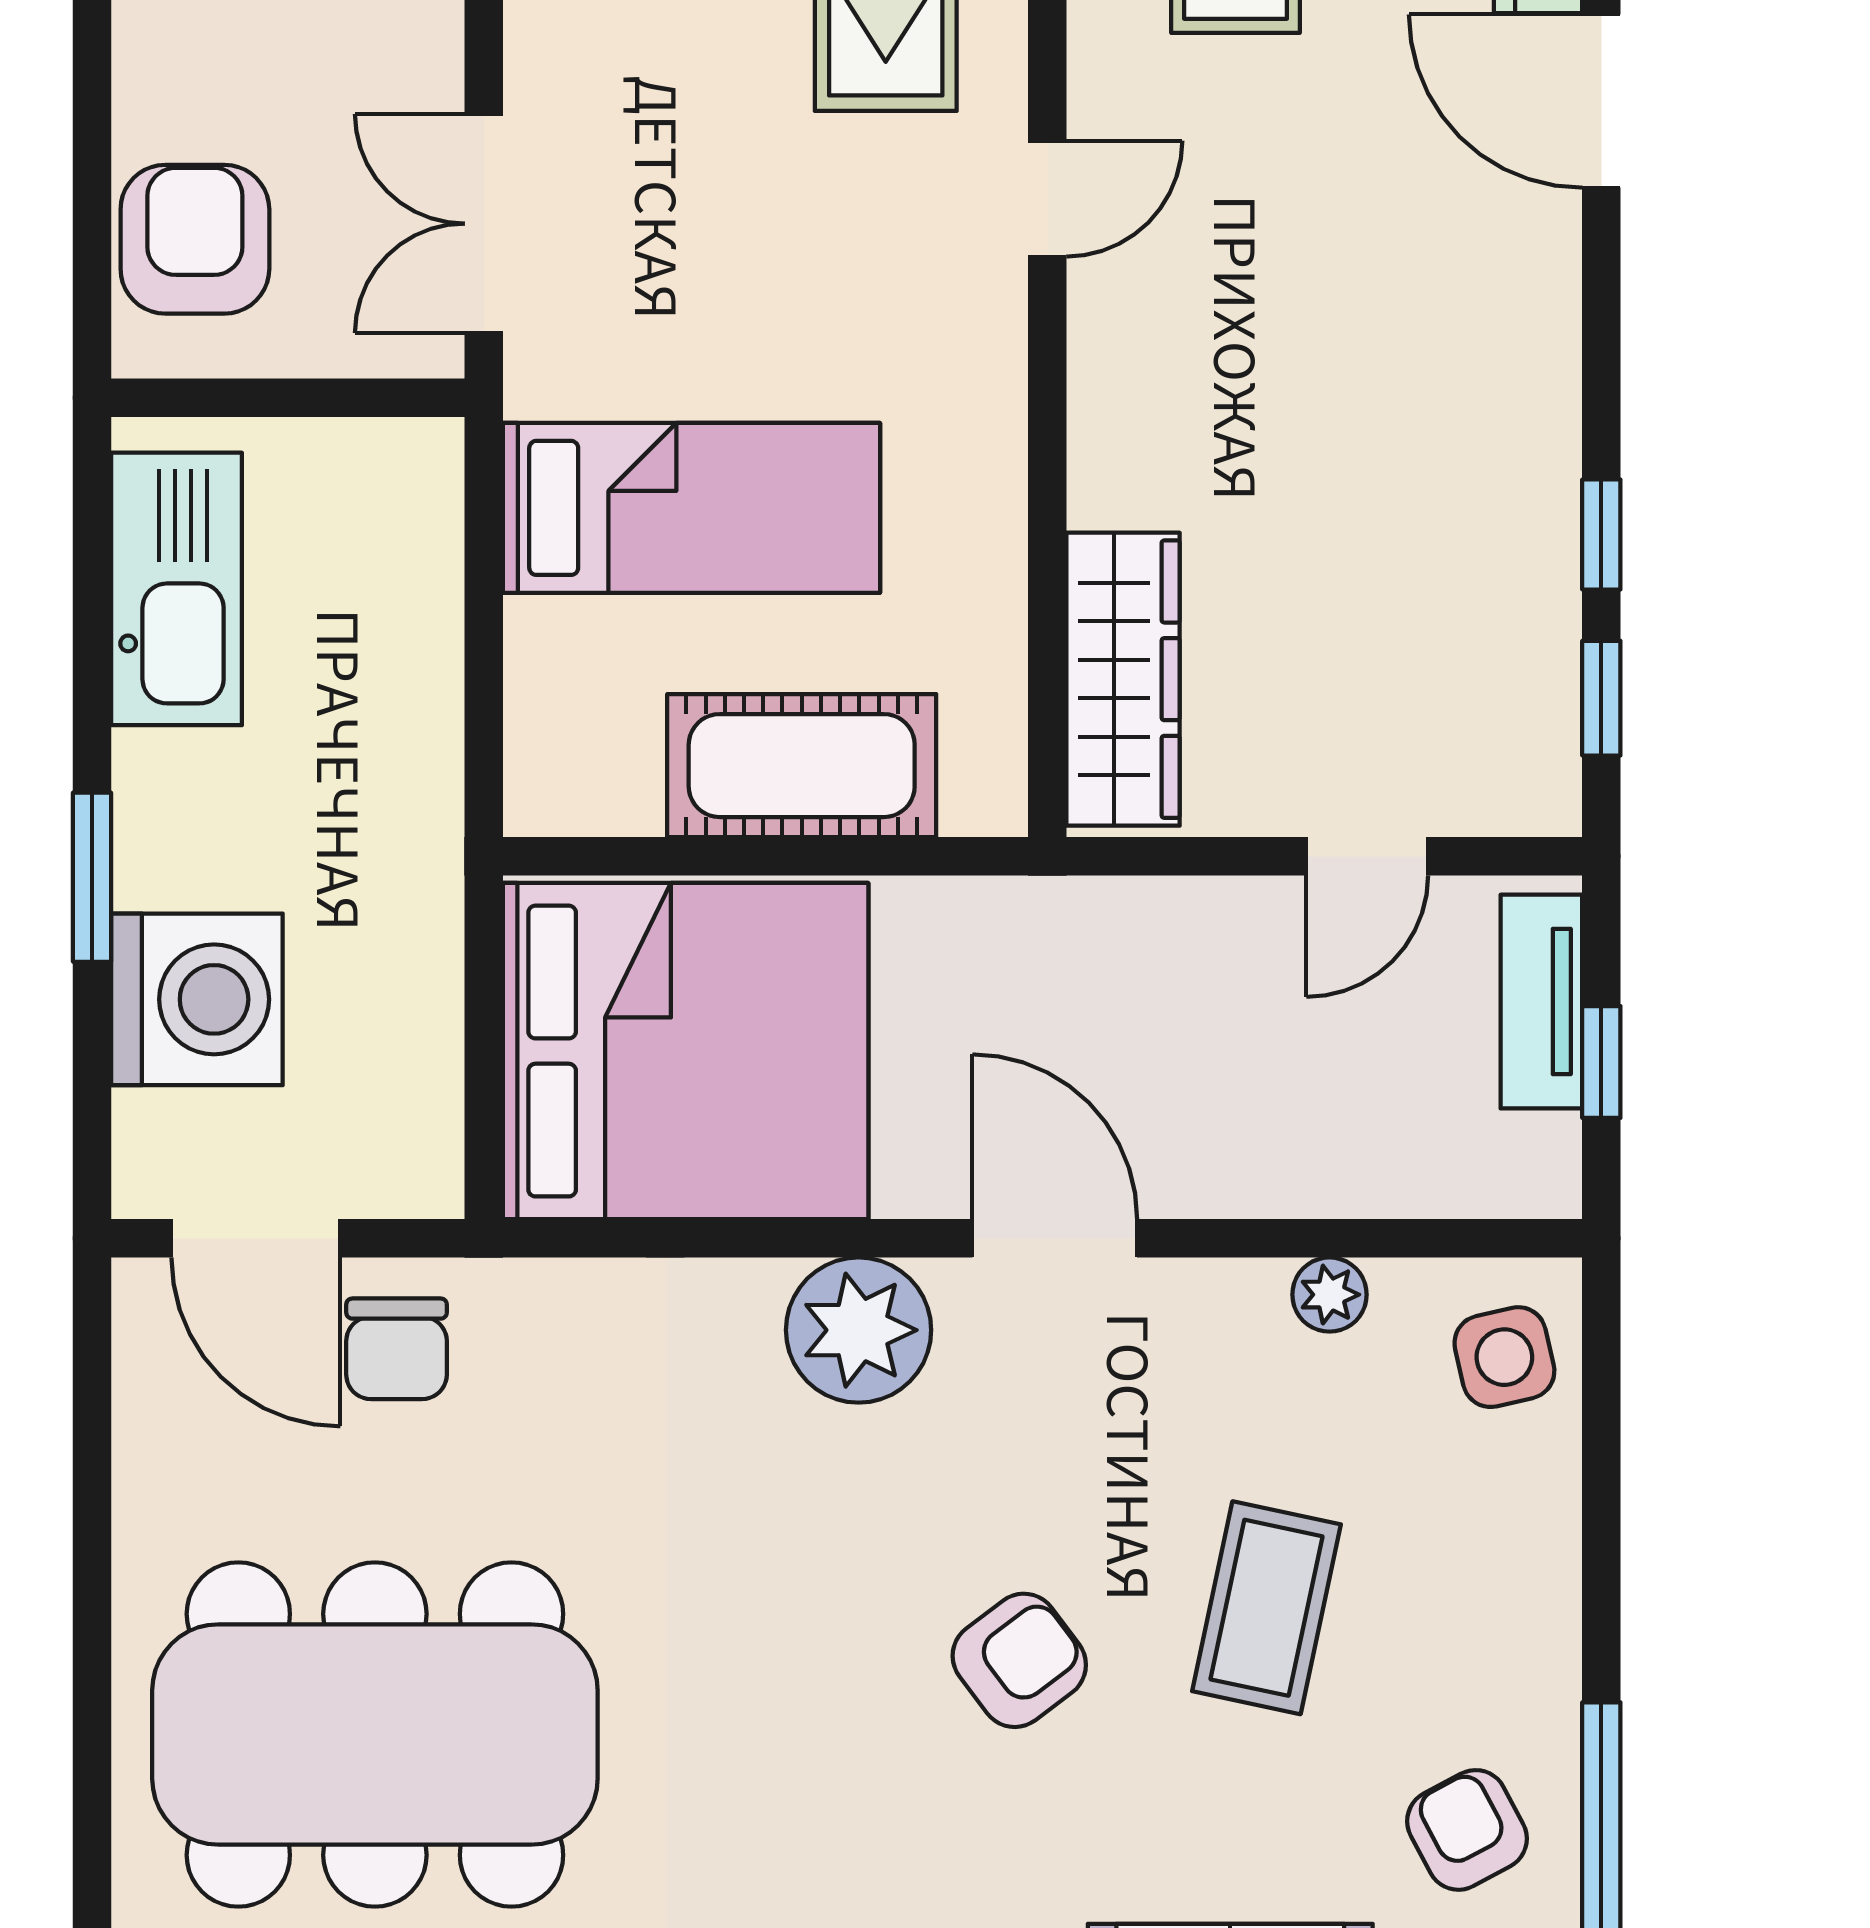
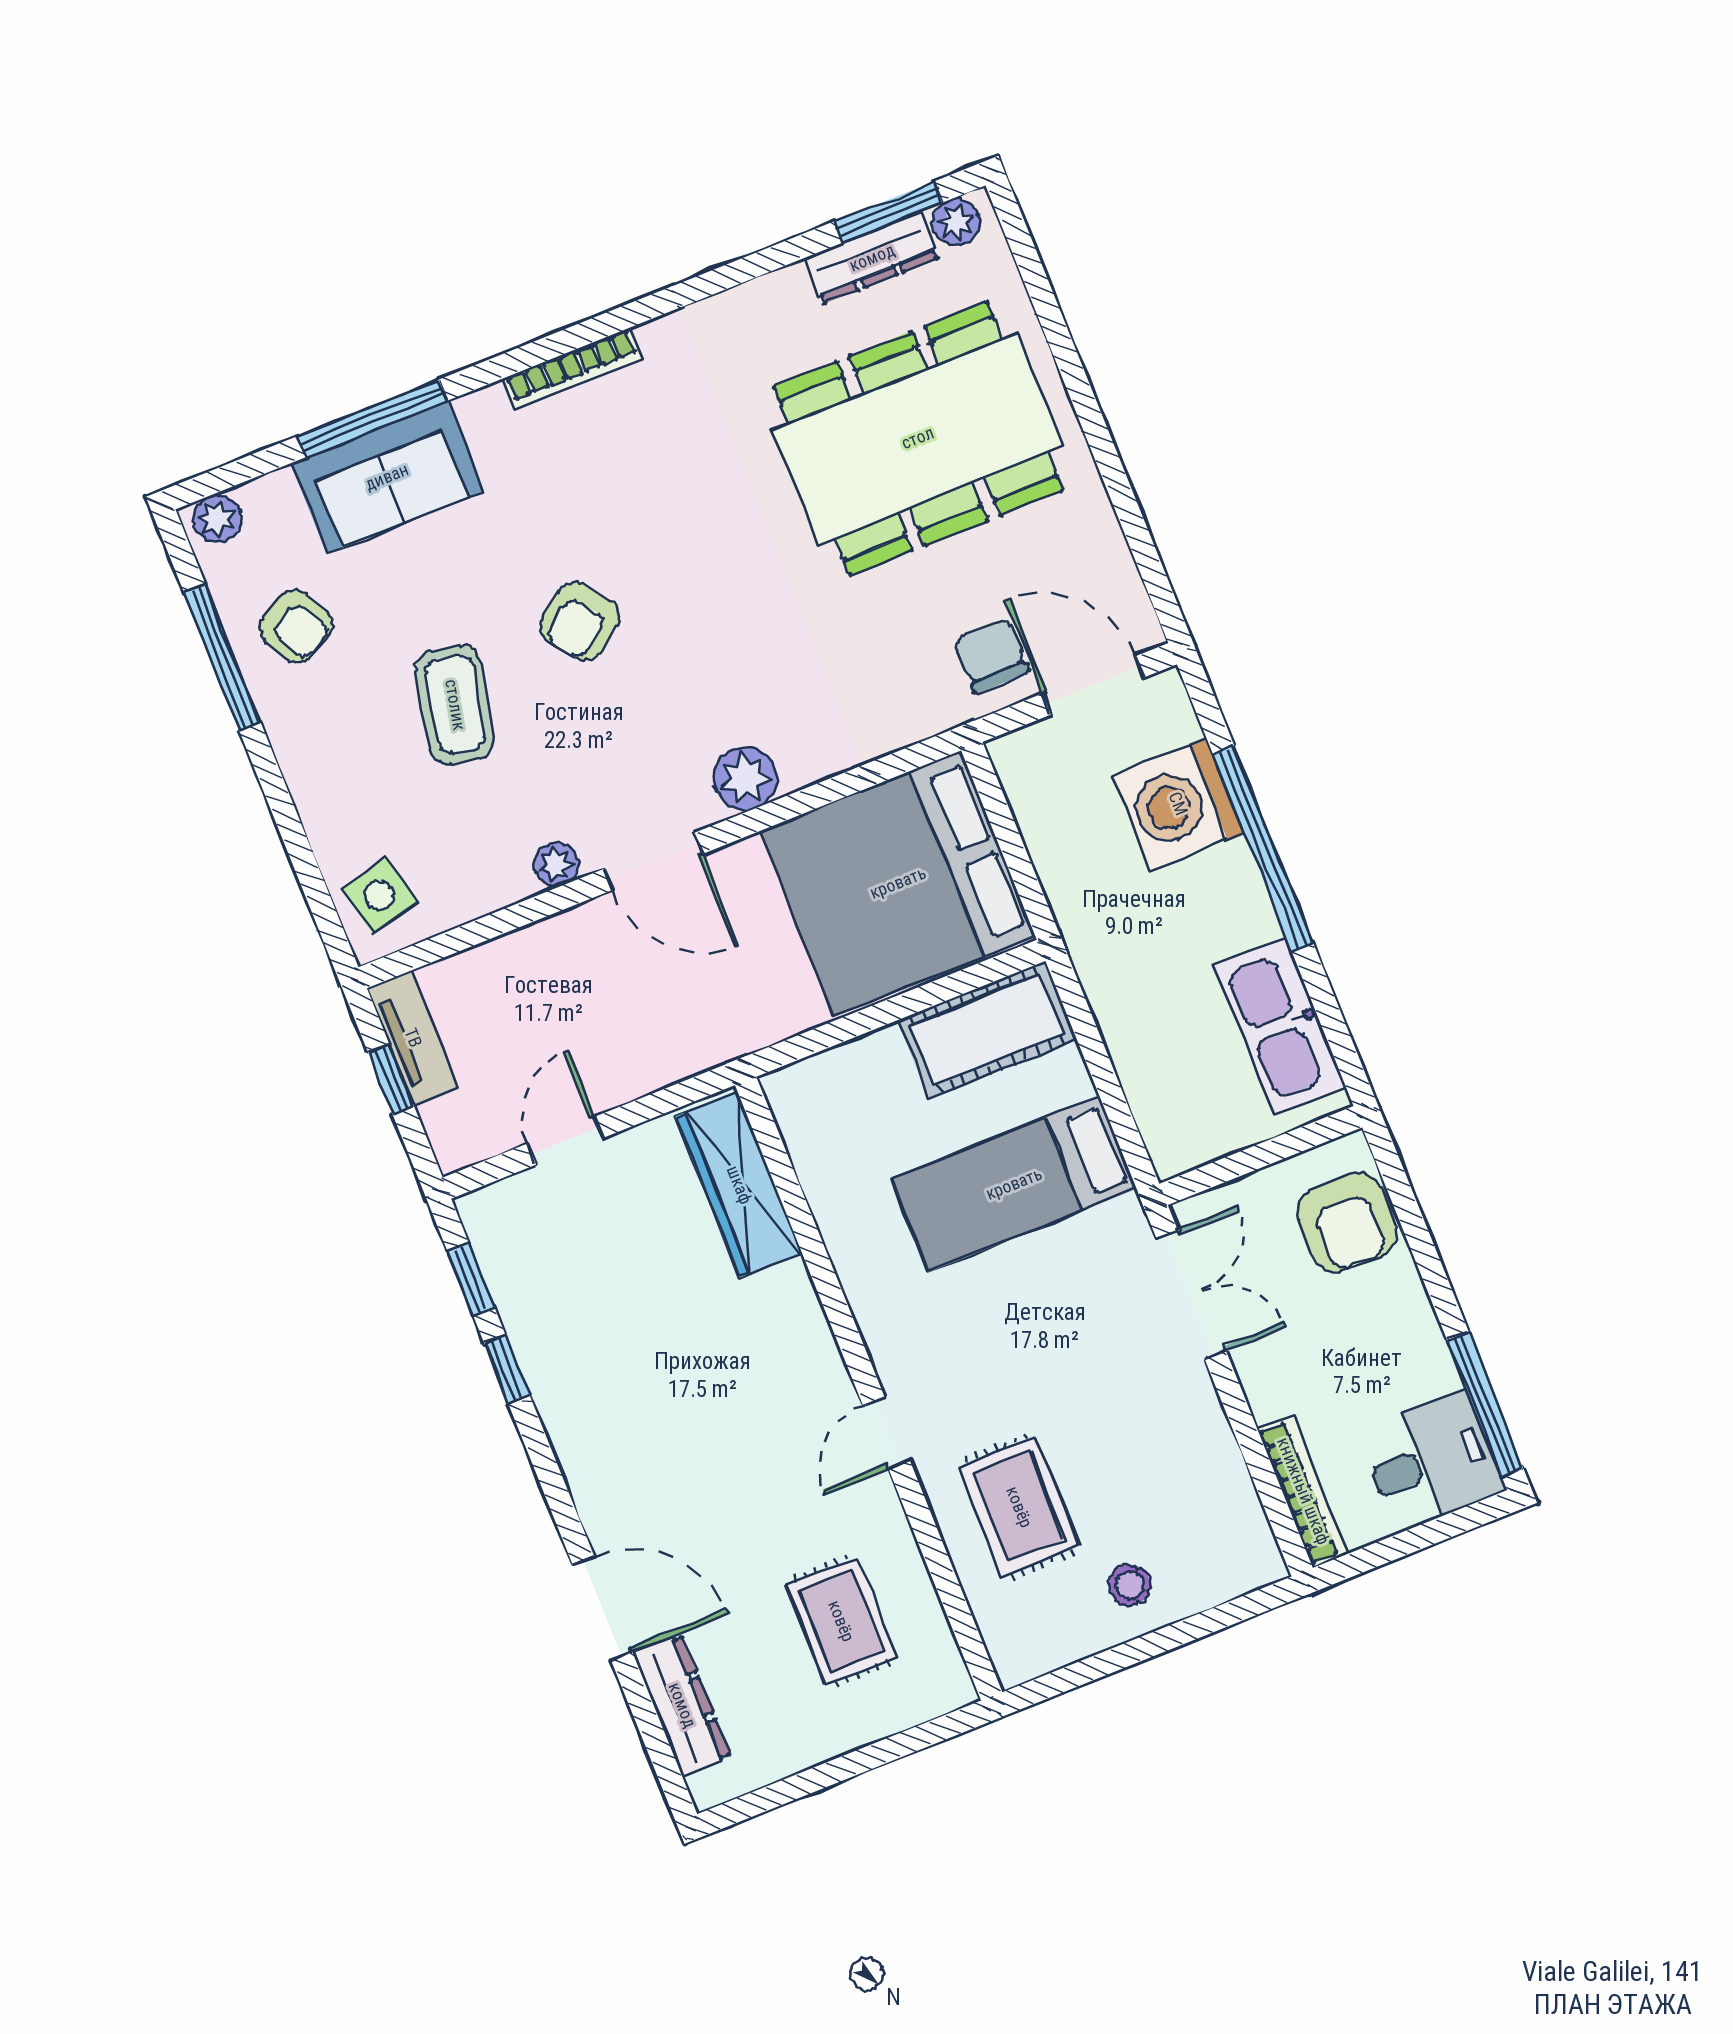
cot: (802, 766) -> (987, 1030), moved
window: (92, 877) -> (1263, 848), width x2.11
tv unit: (1541, 1002) -> (413, 1038), moved
plant: (1329, 1295) -> (556, 864), moved
plant: (859, 1330) -> (745, 778), width x0.73, depth x0.73

